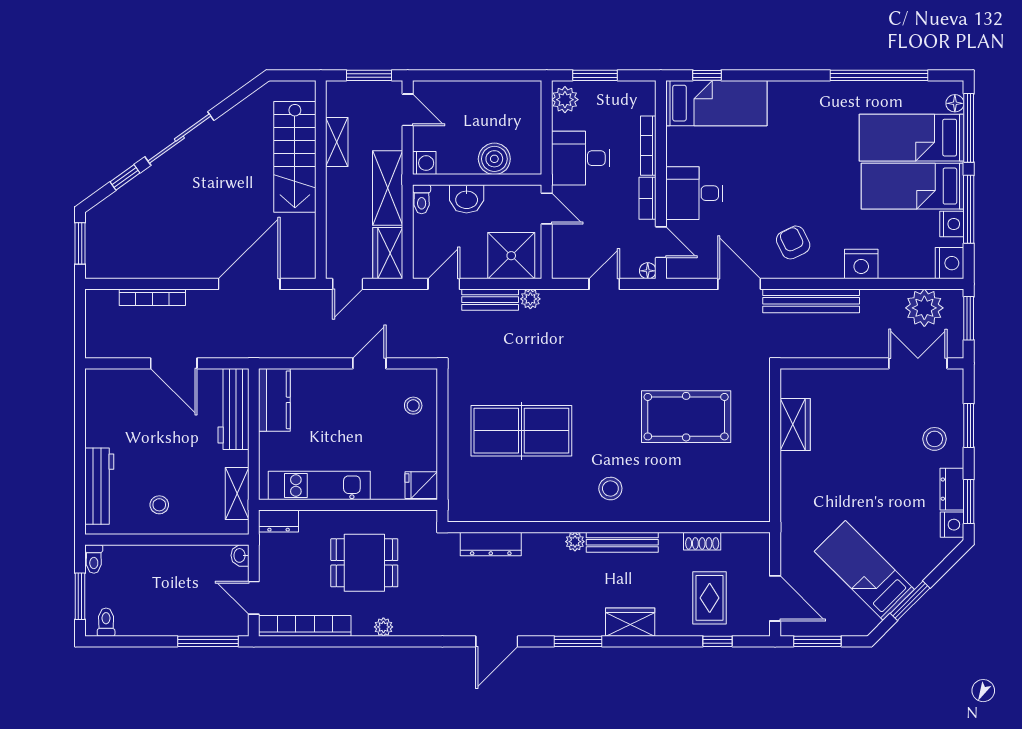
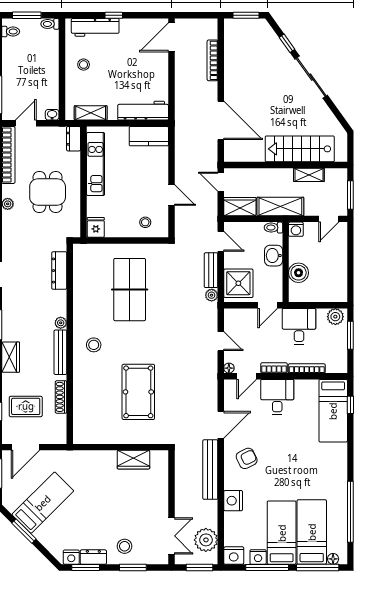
door: (174, 363) -> (171, 37), moved
window: (80, 456) -> (114, 15), added
shoe rack: (702, 541) -> (61, 397), width x1.43

